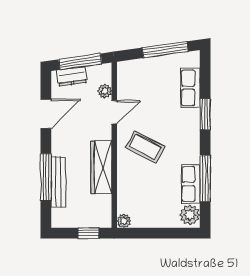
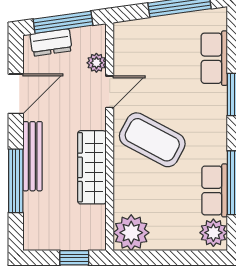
coffee table: (145, 147) -> (152, 140), width x1.36, depth x1.32
bench: (58, 182) -> (33, 156), moved
plant: (124, 221) -> (131, 233), width x1.87, depth x1.87

